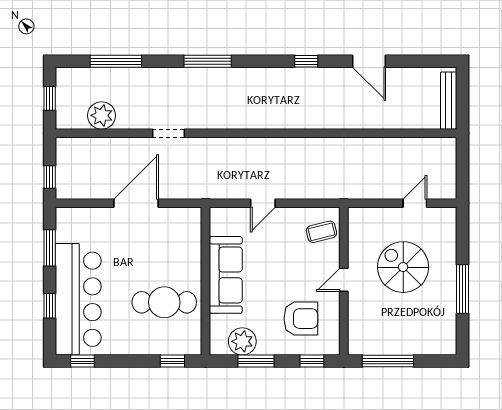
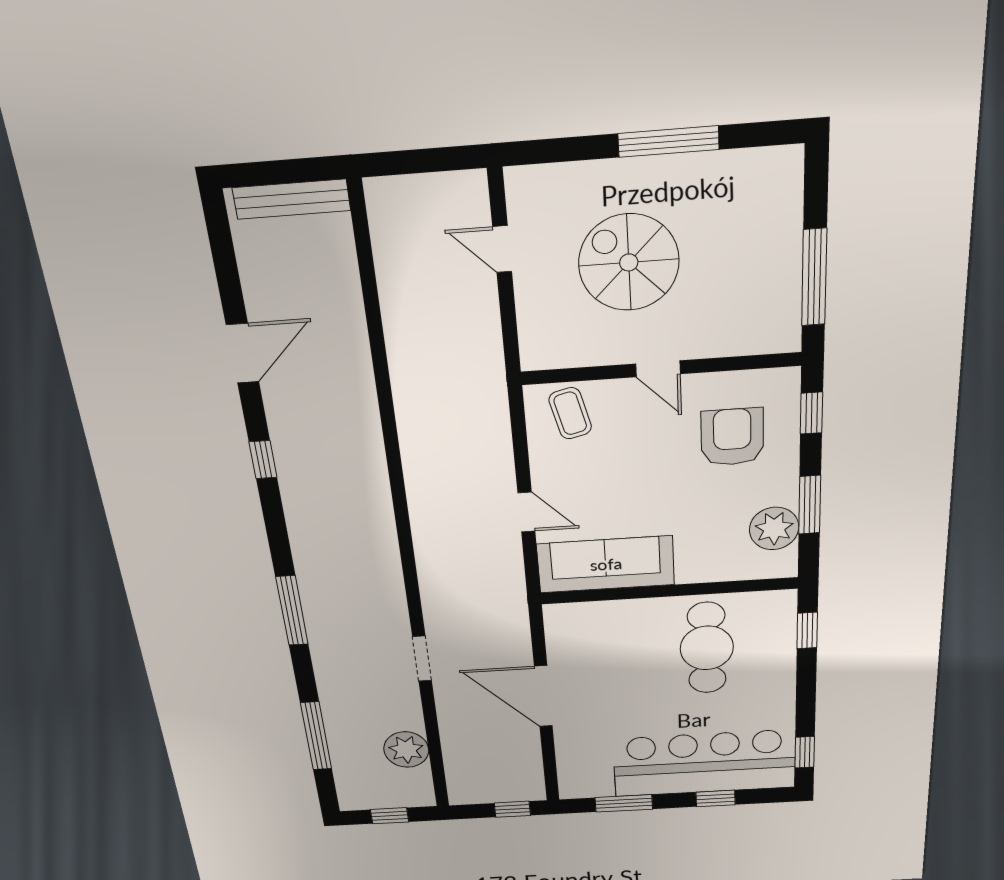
spiral stairs: (403, 267) -> (629, 262), turned 90
sofa: (226, 275) -> (606, 564), moved

